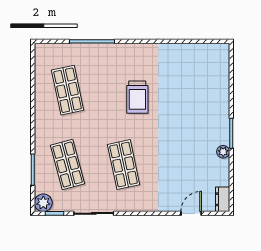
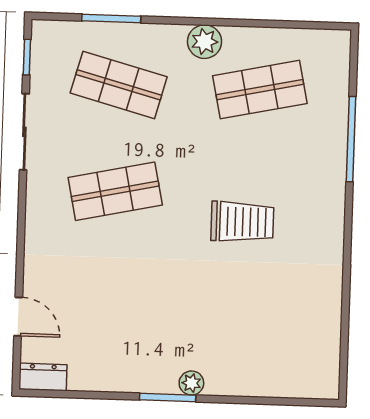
trolley: (137, 97) -> (242, 222), turned 180
plant: (223, 152) -> (191, 383), moved
shop shelf: (68, 165) -> (119, 85), turned 30
plant: (43, 203) -> (205, 42), moved

